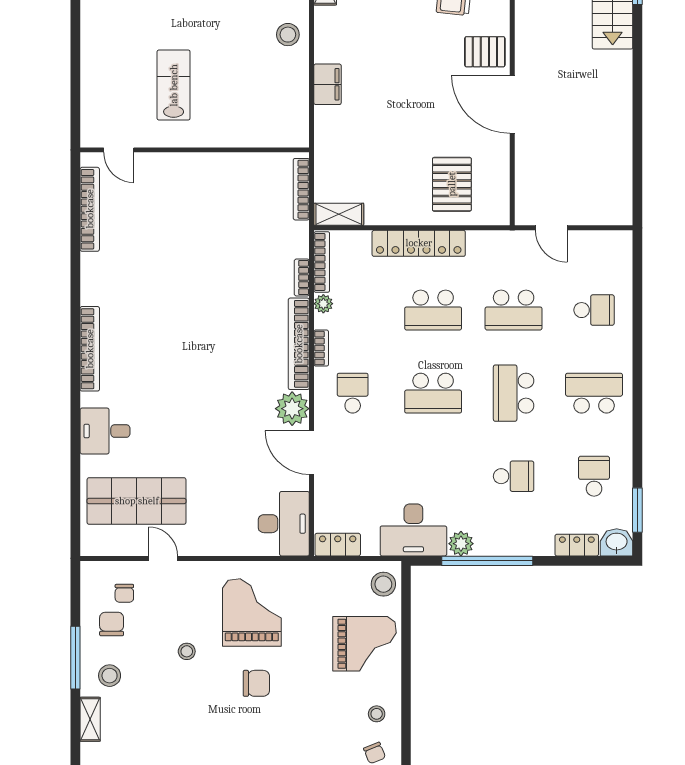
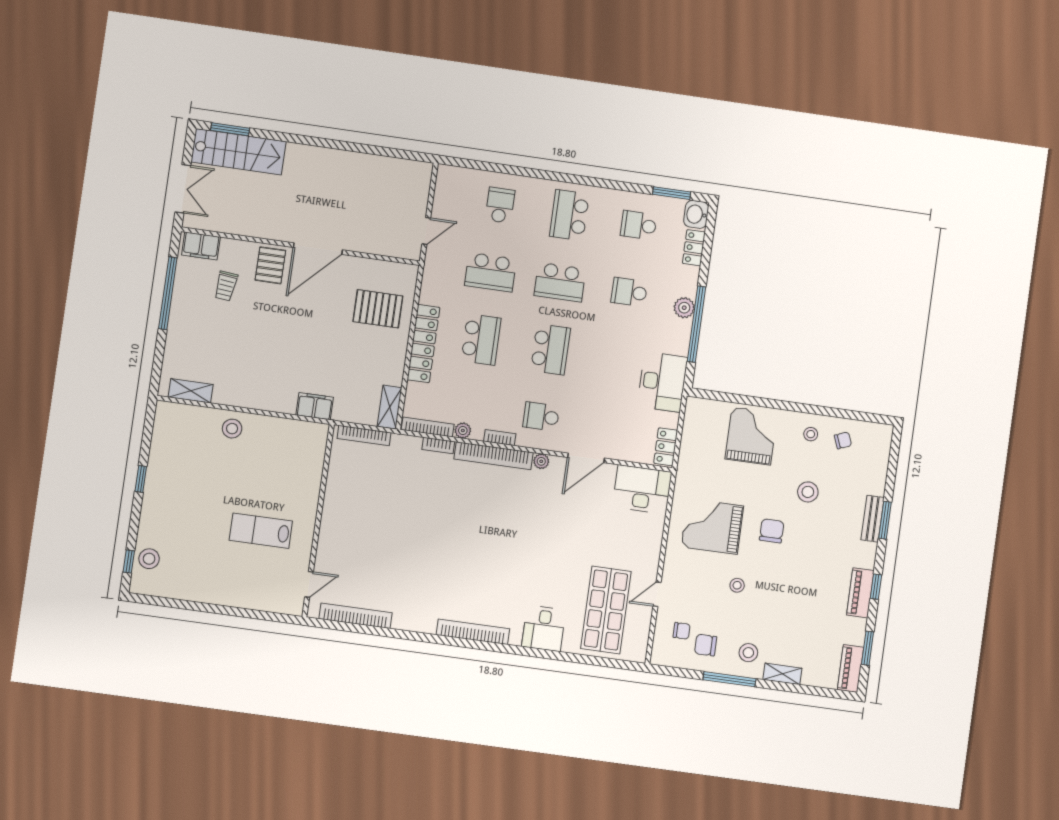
filing cabinet: (328, 84) -> (315, 406), moved
school desk: (514, 310) -> (491, 272), turned 90
plant: (292, 409) -> (541, 461), width x0.53, depth x0.53
school desk: (514, 476) -> (629, 292), turned -90
plant: (461, 544) -> (684, 308), moved
stool: (383, 584) -> (808, 492), moved

